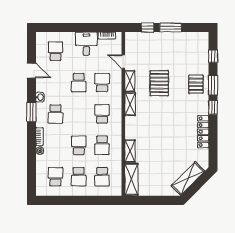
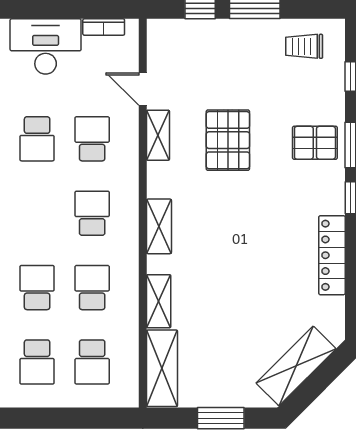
desk: (86, 44) -> (46, 46), width x1.37
trolley: (191, 44) -> (304, 46), added
pallet: (196, 84) -> (315, 143), turned 90
shelving: (130, 104) -> (159, 226), moved
school desk: (102, 145) -> (92, 288), turned 180
window: (156, 200) -> (221, 418), added

